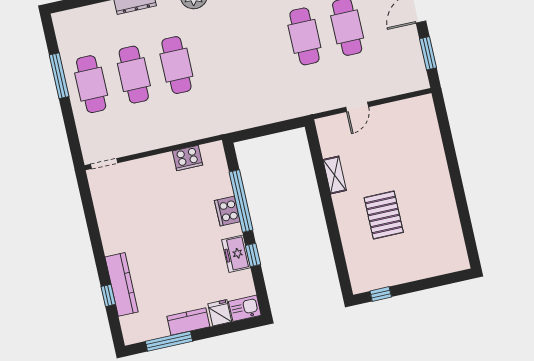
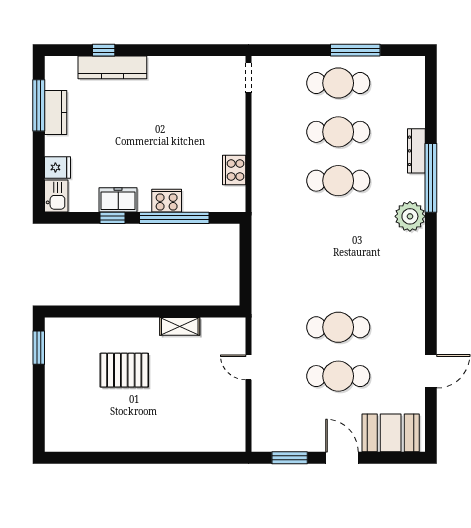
window: (381, 294) -> (39, 348), width x1.50
kitchen counter: (188, 322) -> (56, 112), moved

